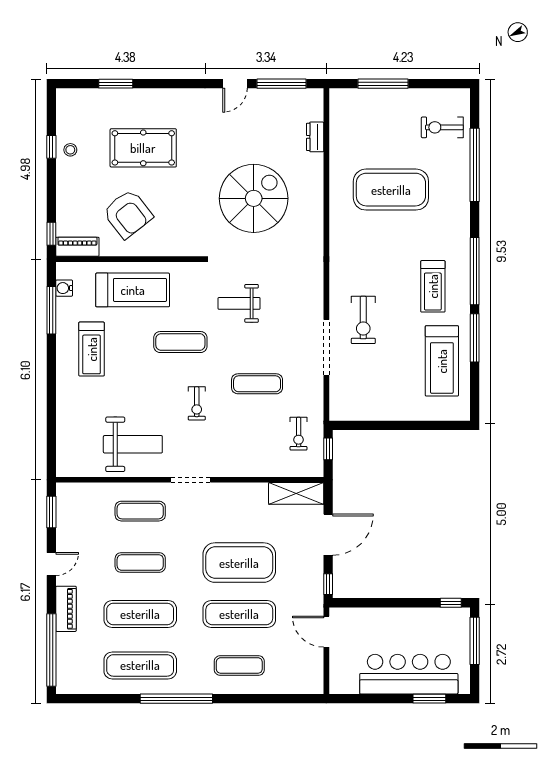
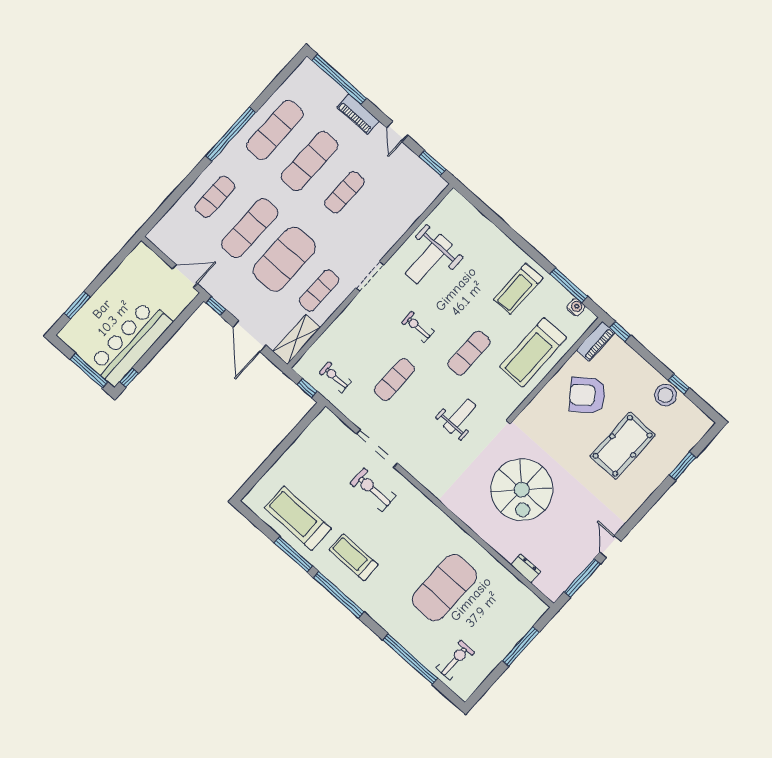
stool: (70, 150) -> (666, 395), width x1.89, depth x1.89
treadmill: (92, 349) -> (518, 289), turned -90
exercise mat: (140, 511) -> (319, 290), moved
bar counter: (409, 674) -> (130, 343), moved, turned 180

